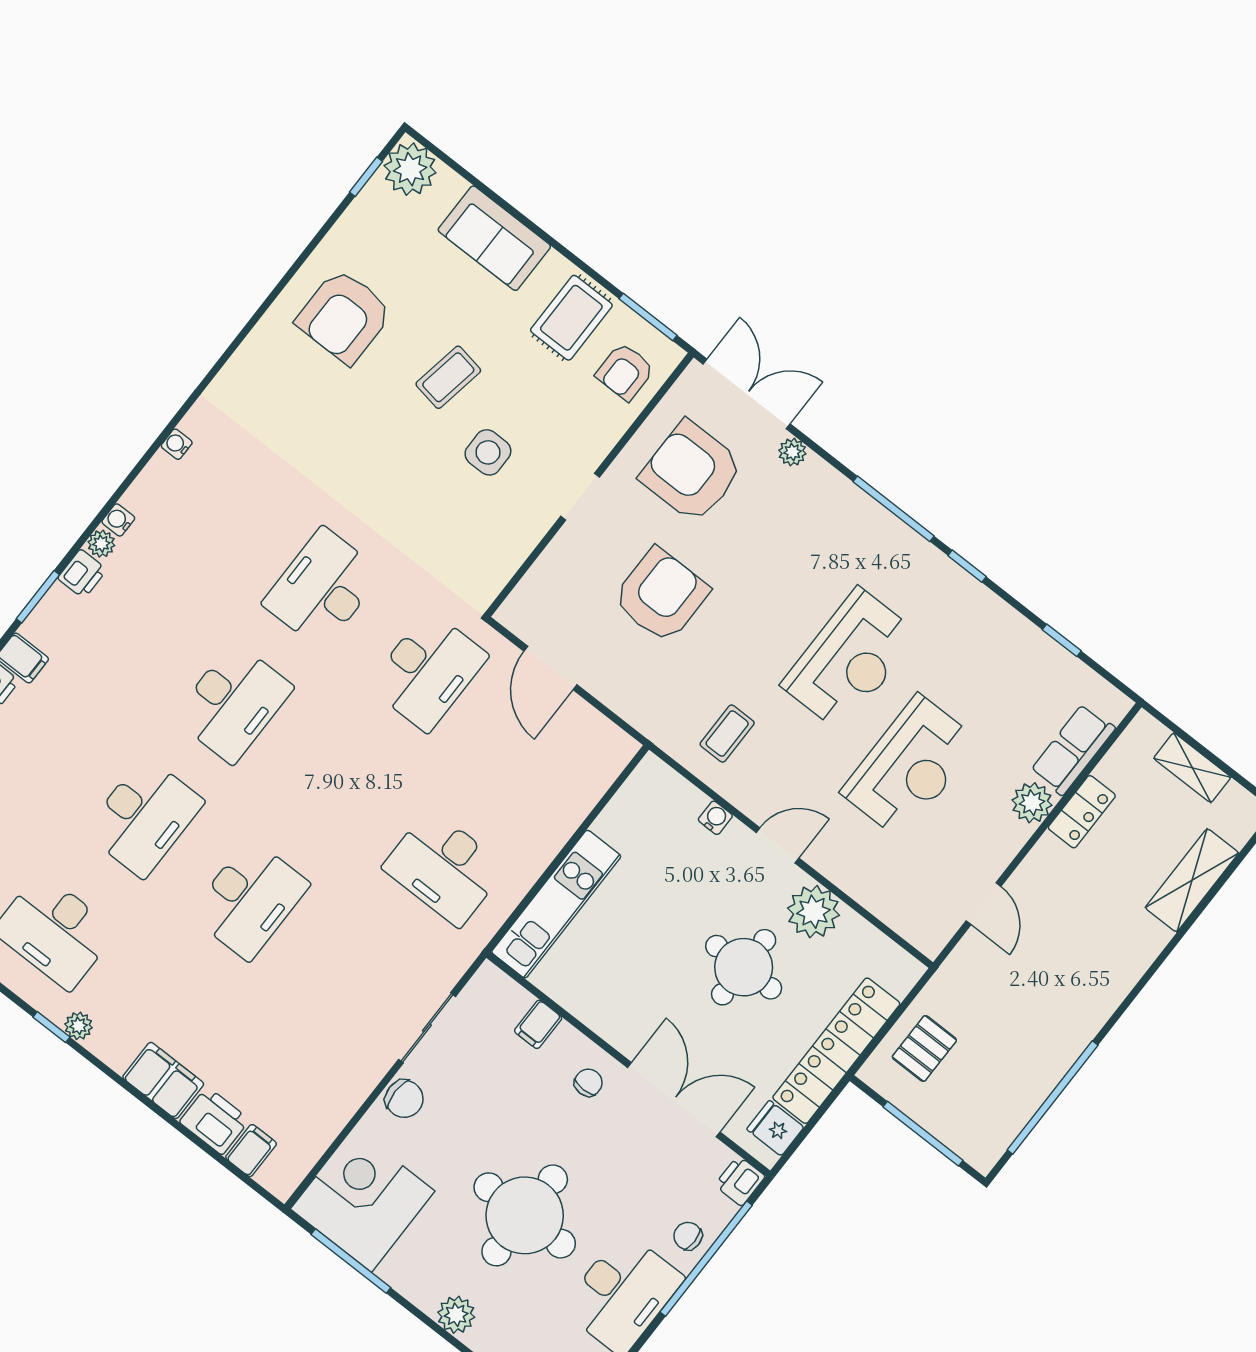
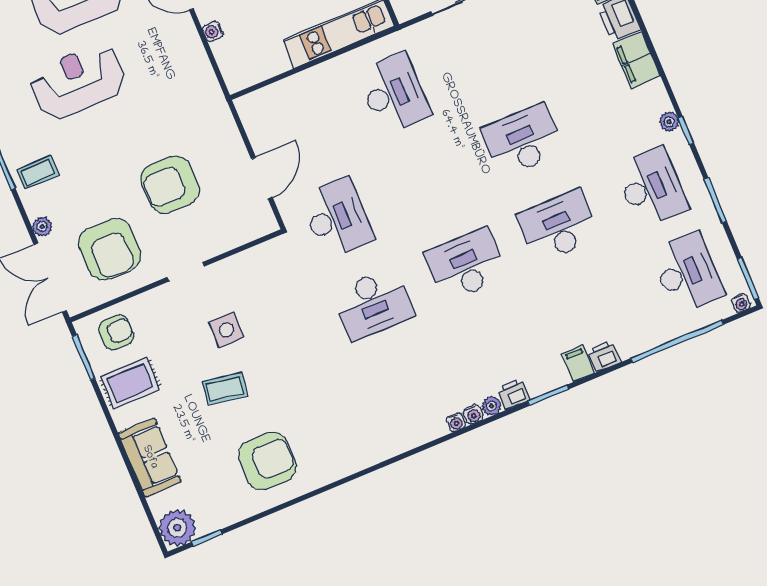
water cooler: (177, 444) -> (456, 422), moved
desk: (428, 671) -> (337, 218), turned 90
coffee table: (727, 734) -> (38, 172), moved

